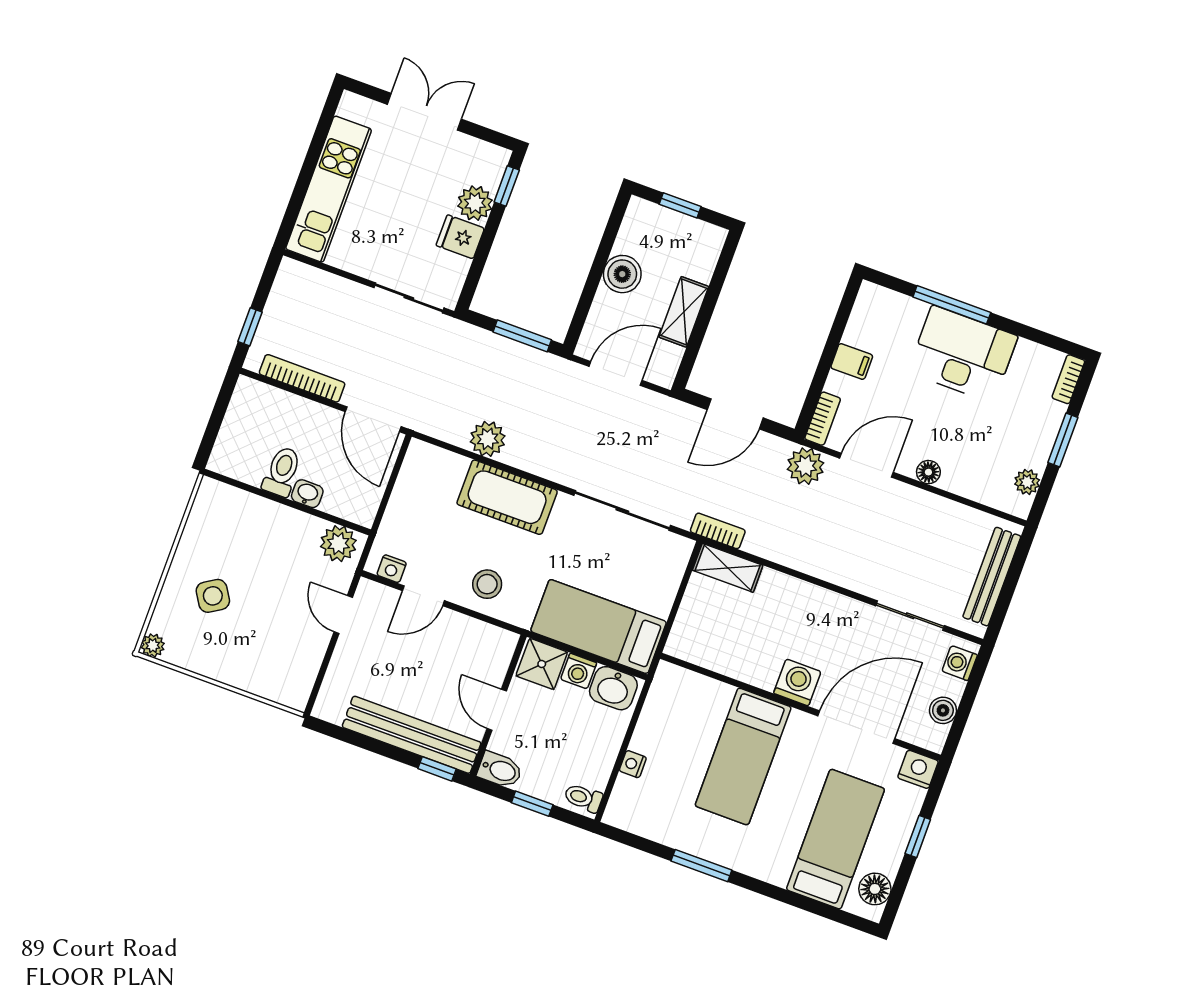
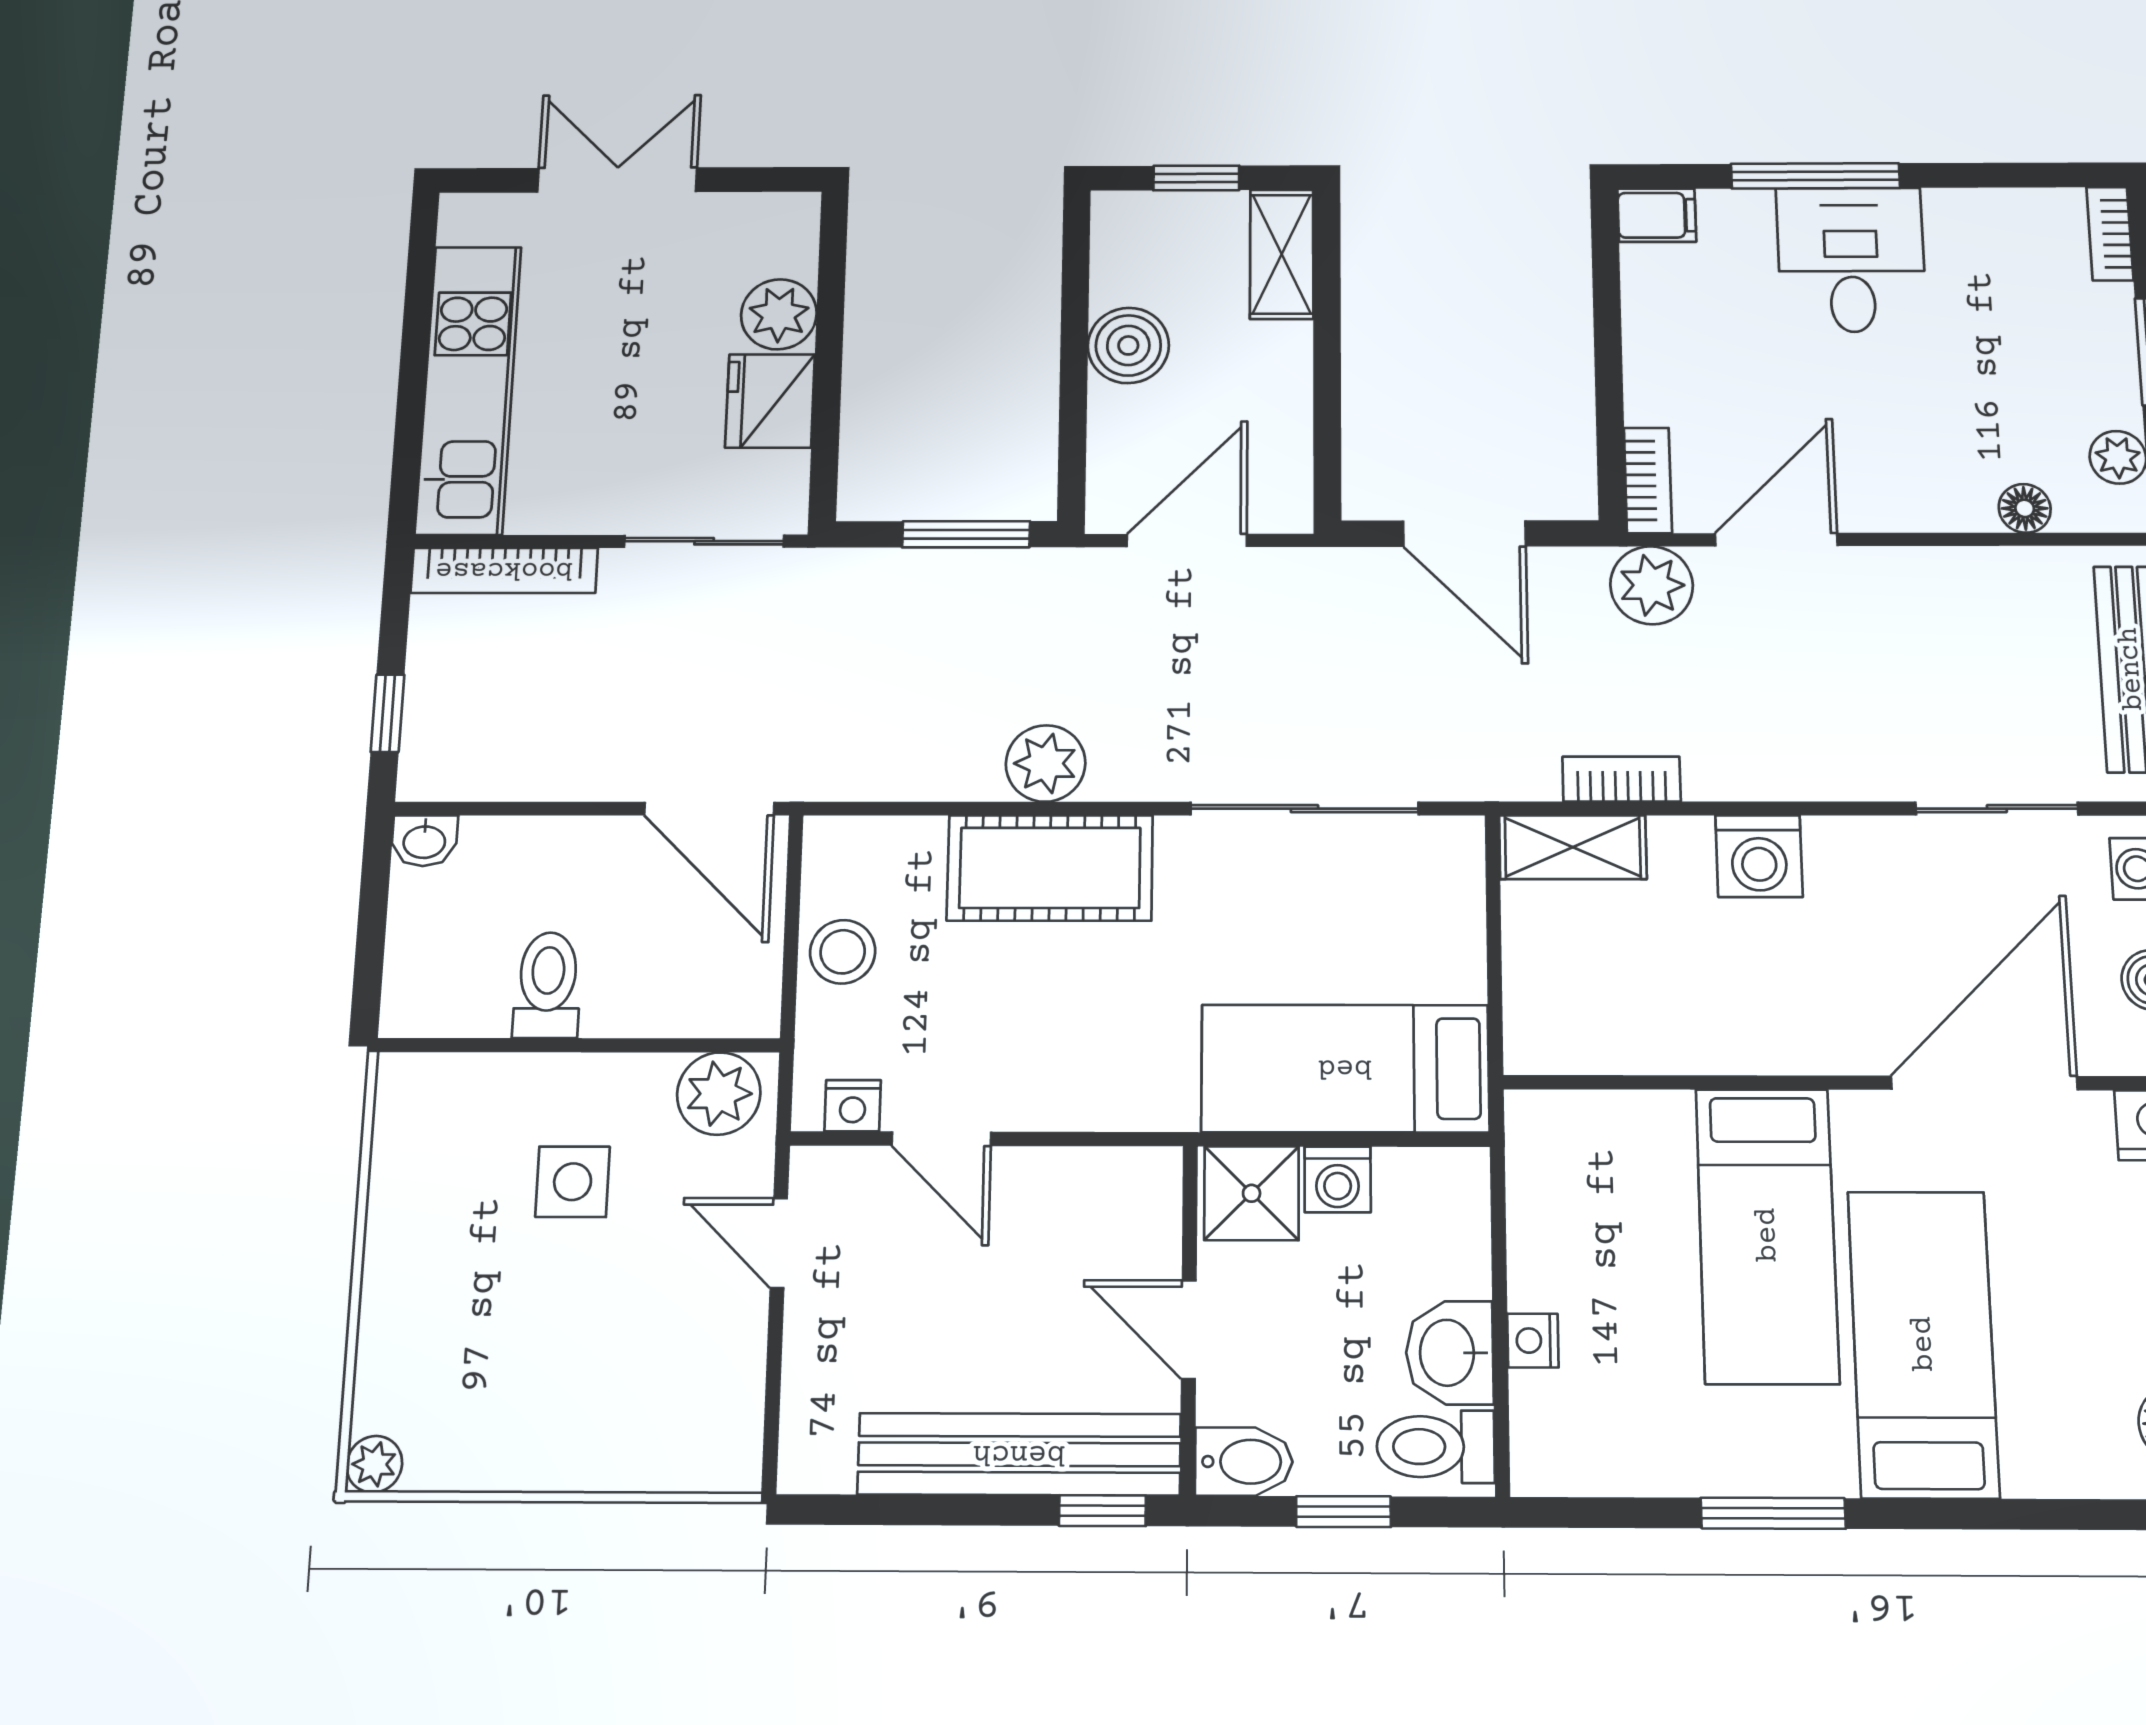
window: (507, 186) -> (832, 261), removed
fridge: (460, 237) -> (770, 401), width x1.38
shelving: (684, 312) -> (1282, 254), moved
desk: (963, 354) -> (1851, 260), width x0.73
filing cabinet: (852, 362) -> (1657, 215), moved
bookcase: (302, 378) -> (504, 570), moved, turned 180
door: (735, 414) -> (1464, 534), hinge flipped
plant: (488, 439) -> (1046, 763), moved
floor lamp: (928, 472) -> (2025, 508), moved
washbasin: (307, 494) -> (424, 841), moved, turned 180
bookcase: (718, 531) -> (1622, 779), moved
stool: (487, 584) -> (843, 952), moved
side table: (213, 596) -> (573, 1182), moved, turned 32
door: (423, 596) -> (941, 1139), hinge flipped
washing machine: (797, 682) -> (1759, 856), moved, turned 180
washbasin: (613, 688) -> (1450, 1353), moved, turned 90
toilet: (583, 798) -> (1436, 1447), width x1.37, depth x1.39
bed: (835, 839) -> (1923, 1344), moved

